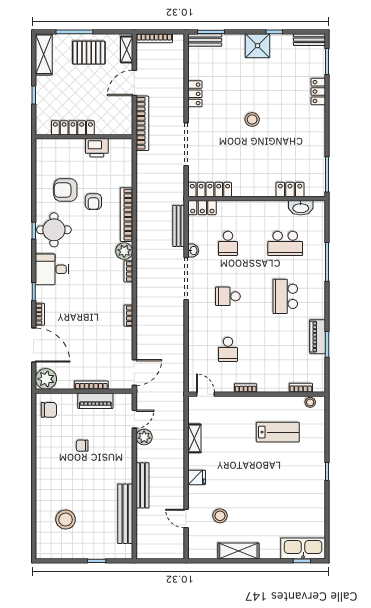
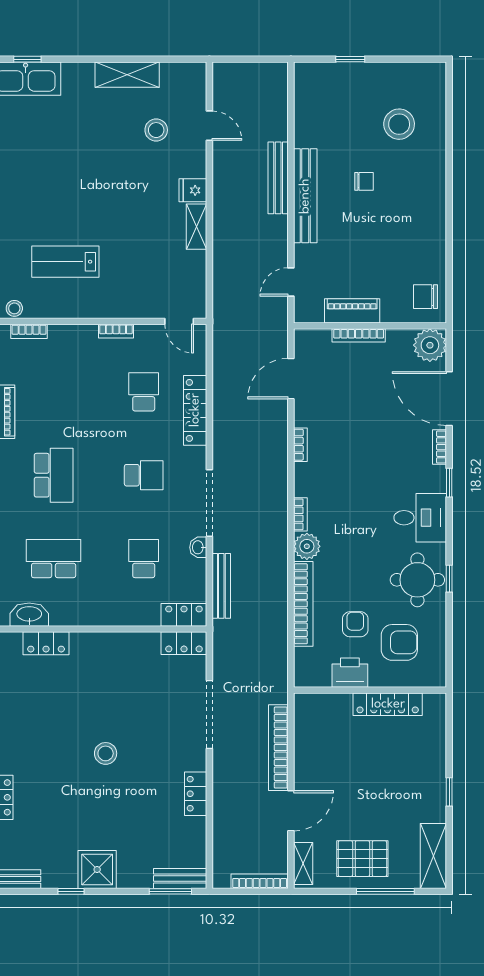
locker: (73, 128) -> (388, 704), moved
wall: (84, 137) -> (370, 690), moved
printer: (97, 148) -> (350, 673), moved
locker: (210, 190) -> (184, 643), width x0.66
locker: (195, 338) -> (195, 410), added
door: (134, 373) -> (291, 379), moved
plant: (144, 437) -> (276, 254), removed
shelving: (194, 438) -> (196, 227), moved
chair: (82, 446) -> (364, 181), moved
bench: (125, 514) -> (305, 196), moved

